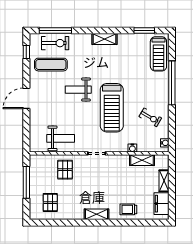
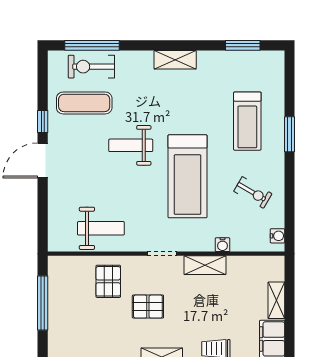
exercise bike: (55, 43) -> (91, 67), turned 180
window: (26, 52) -> (43, 121), moved
treadmill: (158, 54) -> (247, 121), moved
window: (172, 83) -> (290, 134), width x0.47
shelving: (142, 160) -> (205, 265), moved
pallet: (50, 203) -> (148, 307), moved, turned 90

